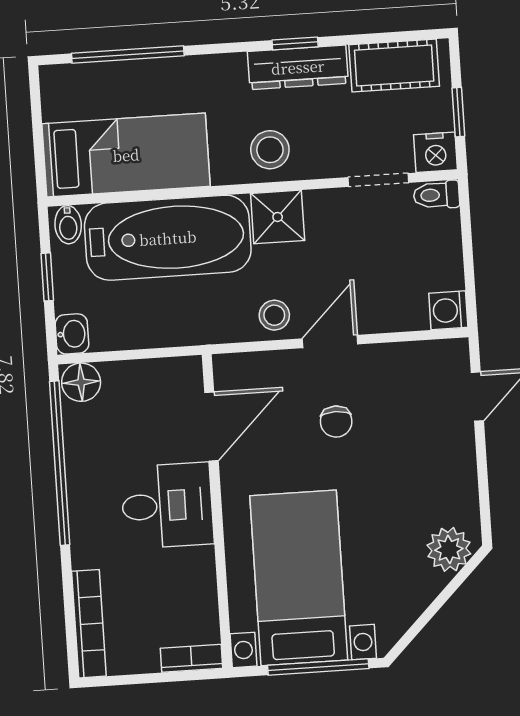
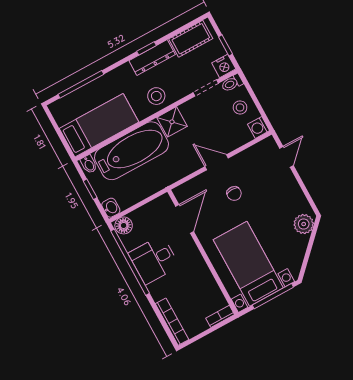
stool: (274, 315) -> (240, 107), moved
door: (330, 341) -> (217, 162), hinge flipped
desk: (167, 506) -> (154, 260), moved, turned 180

